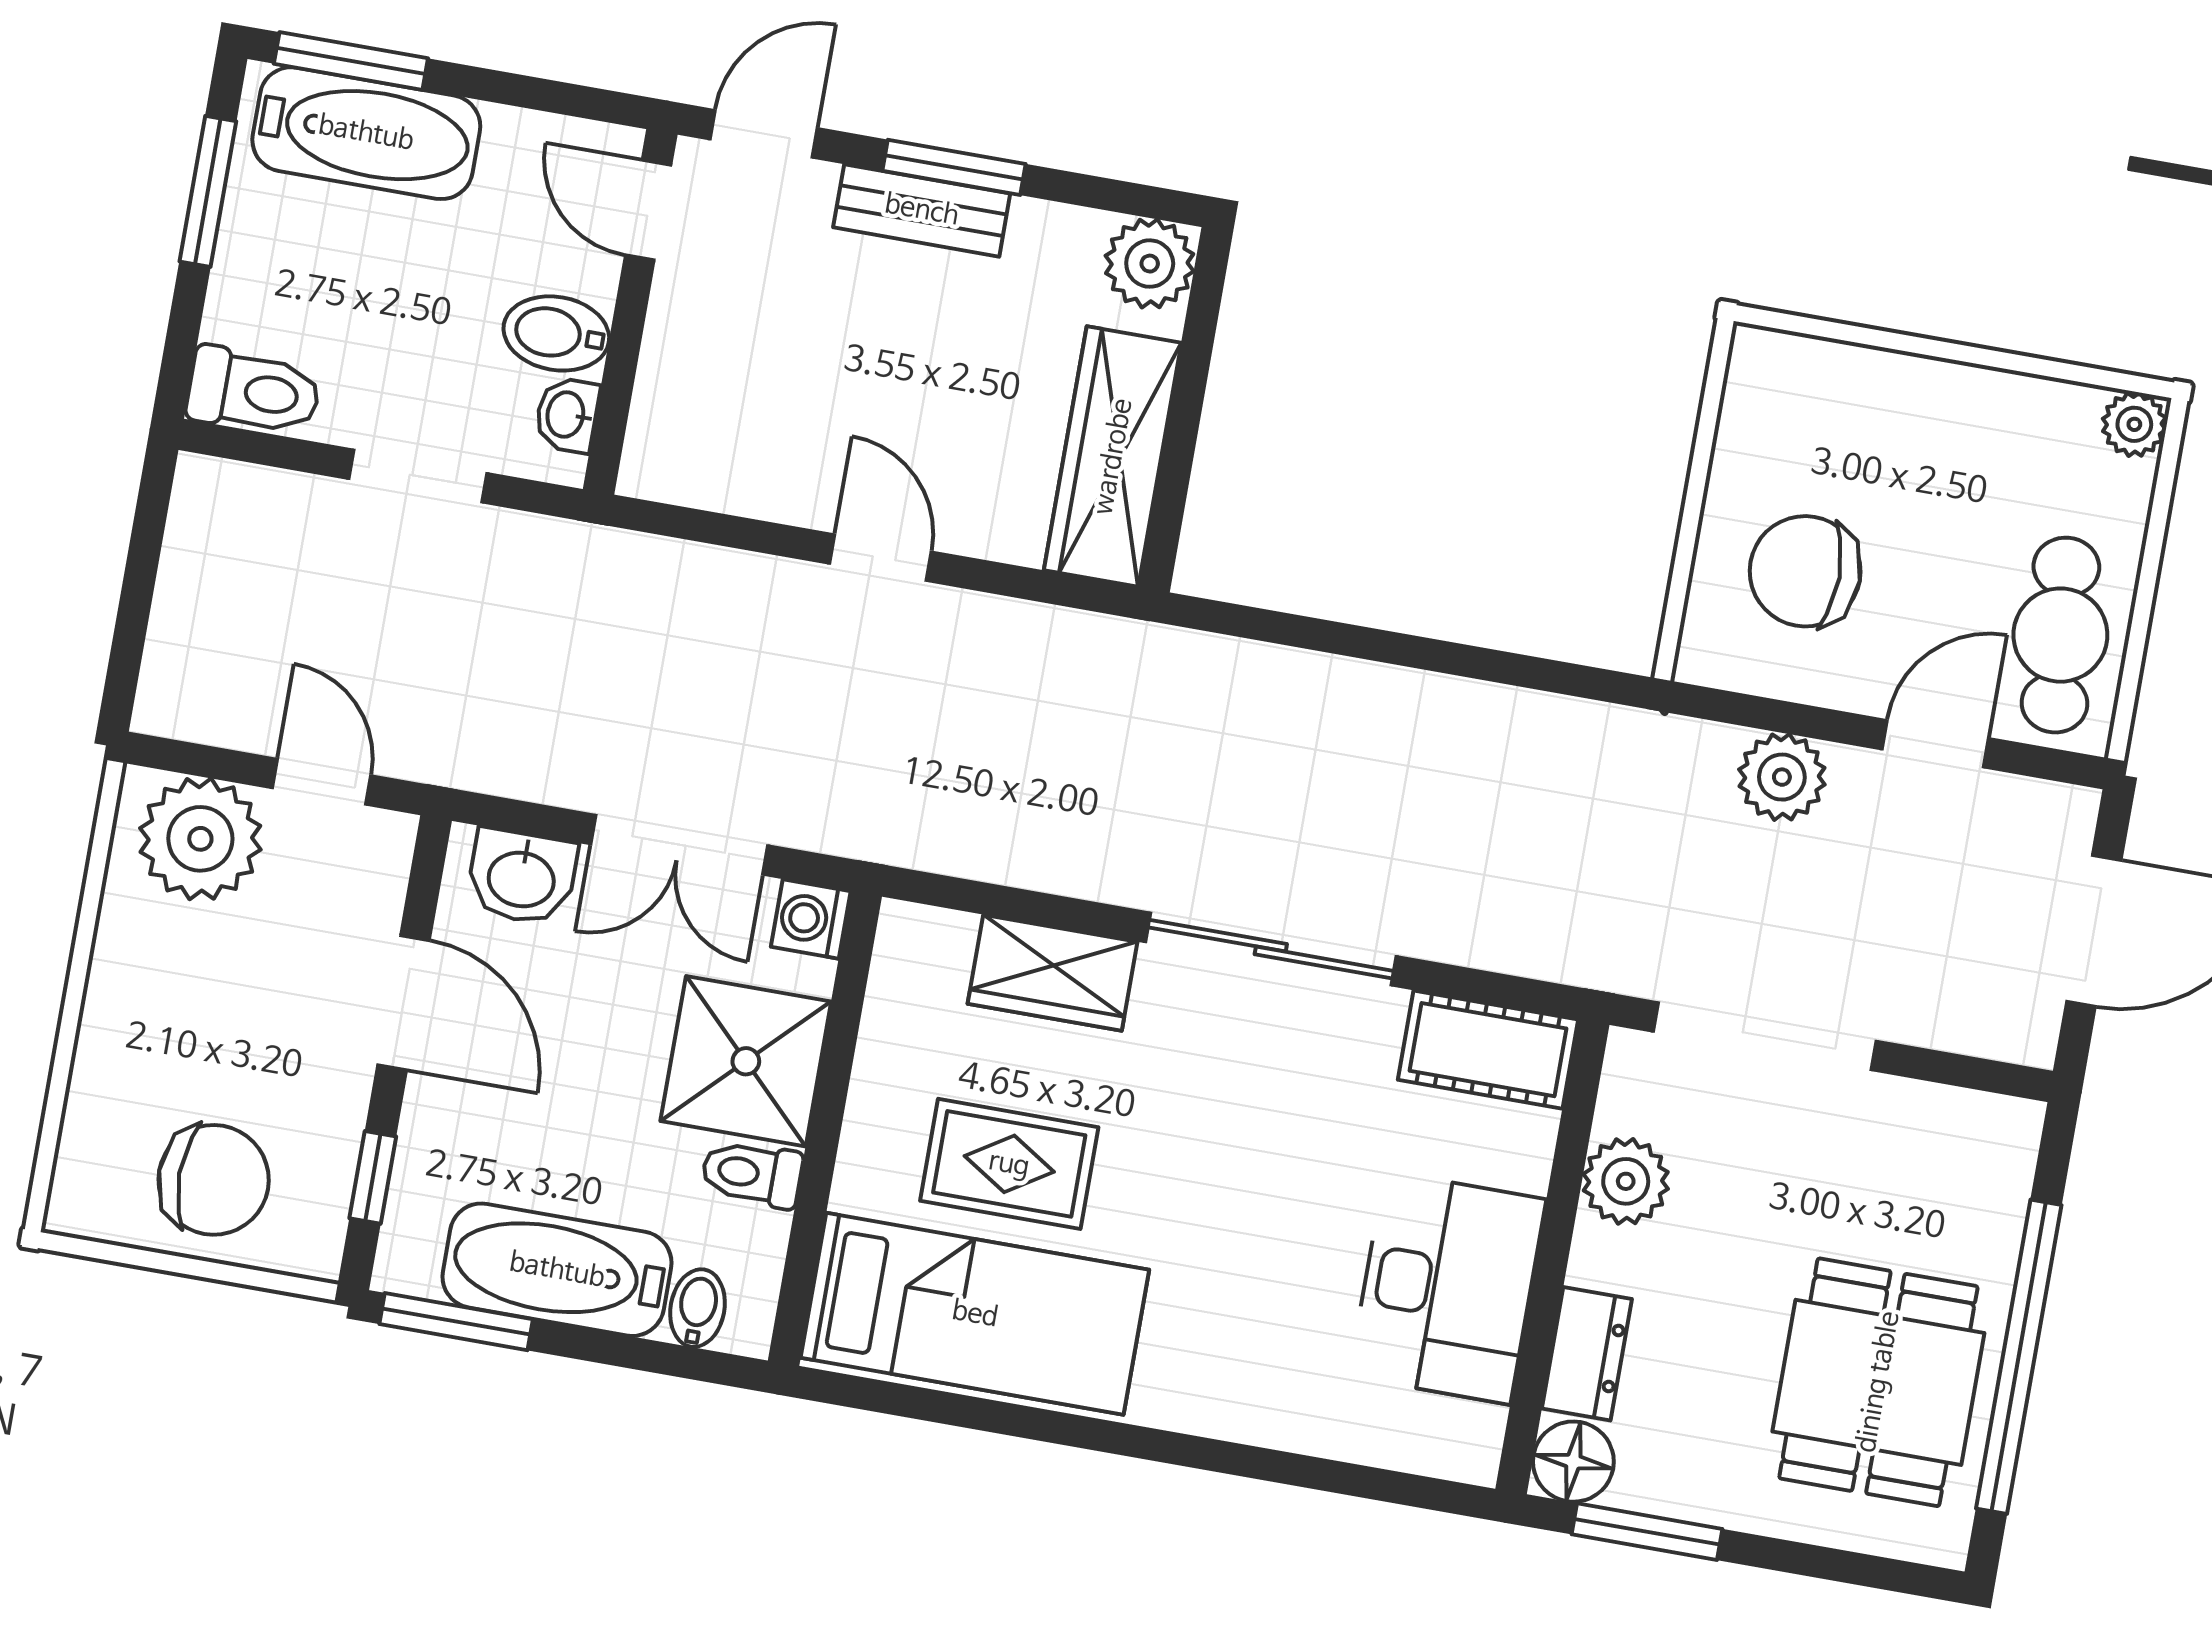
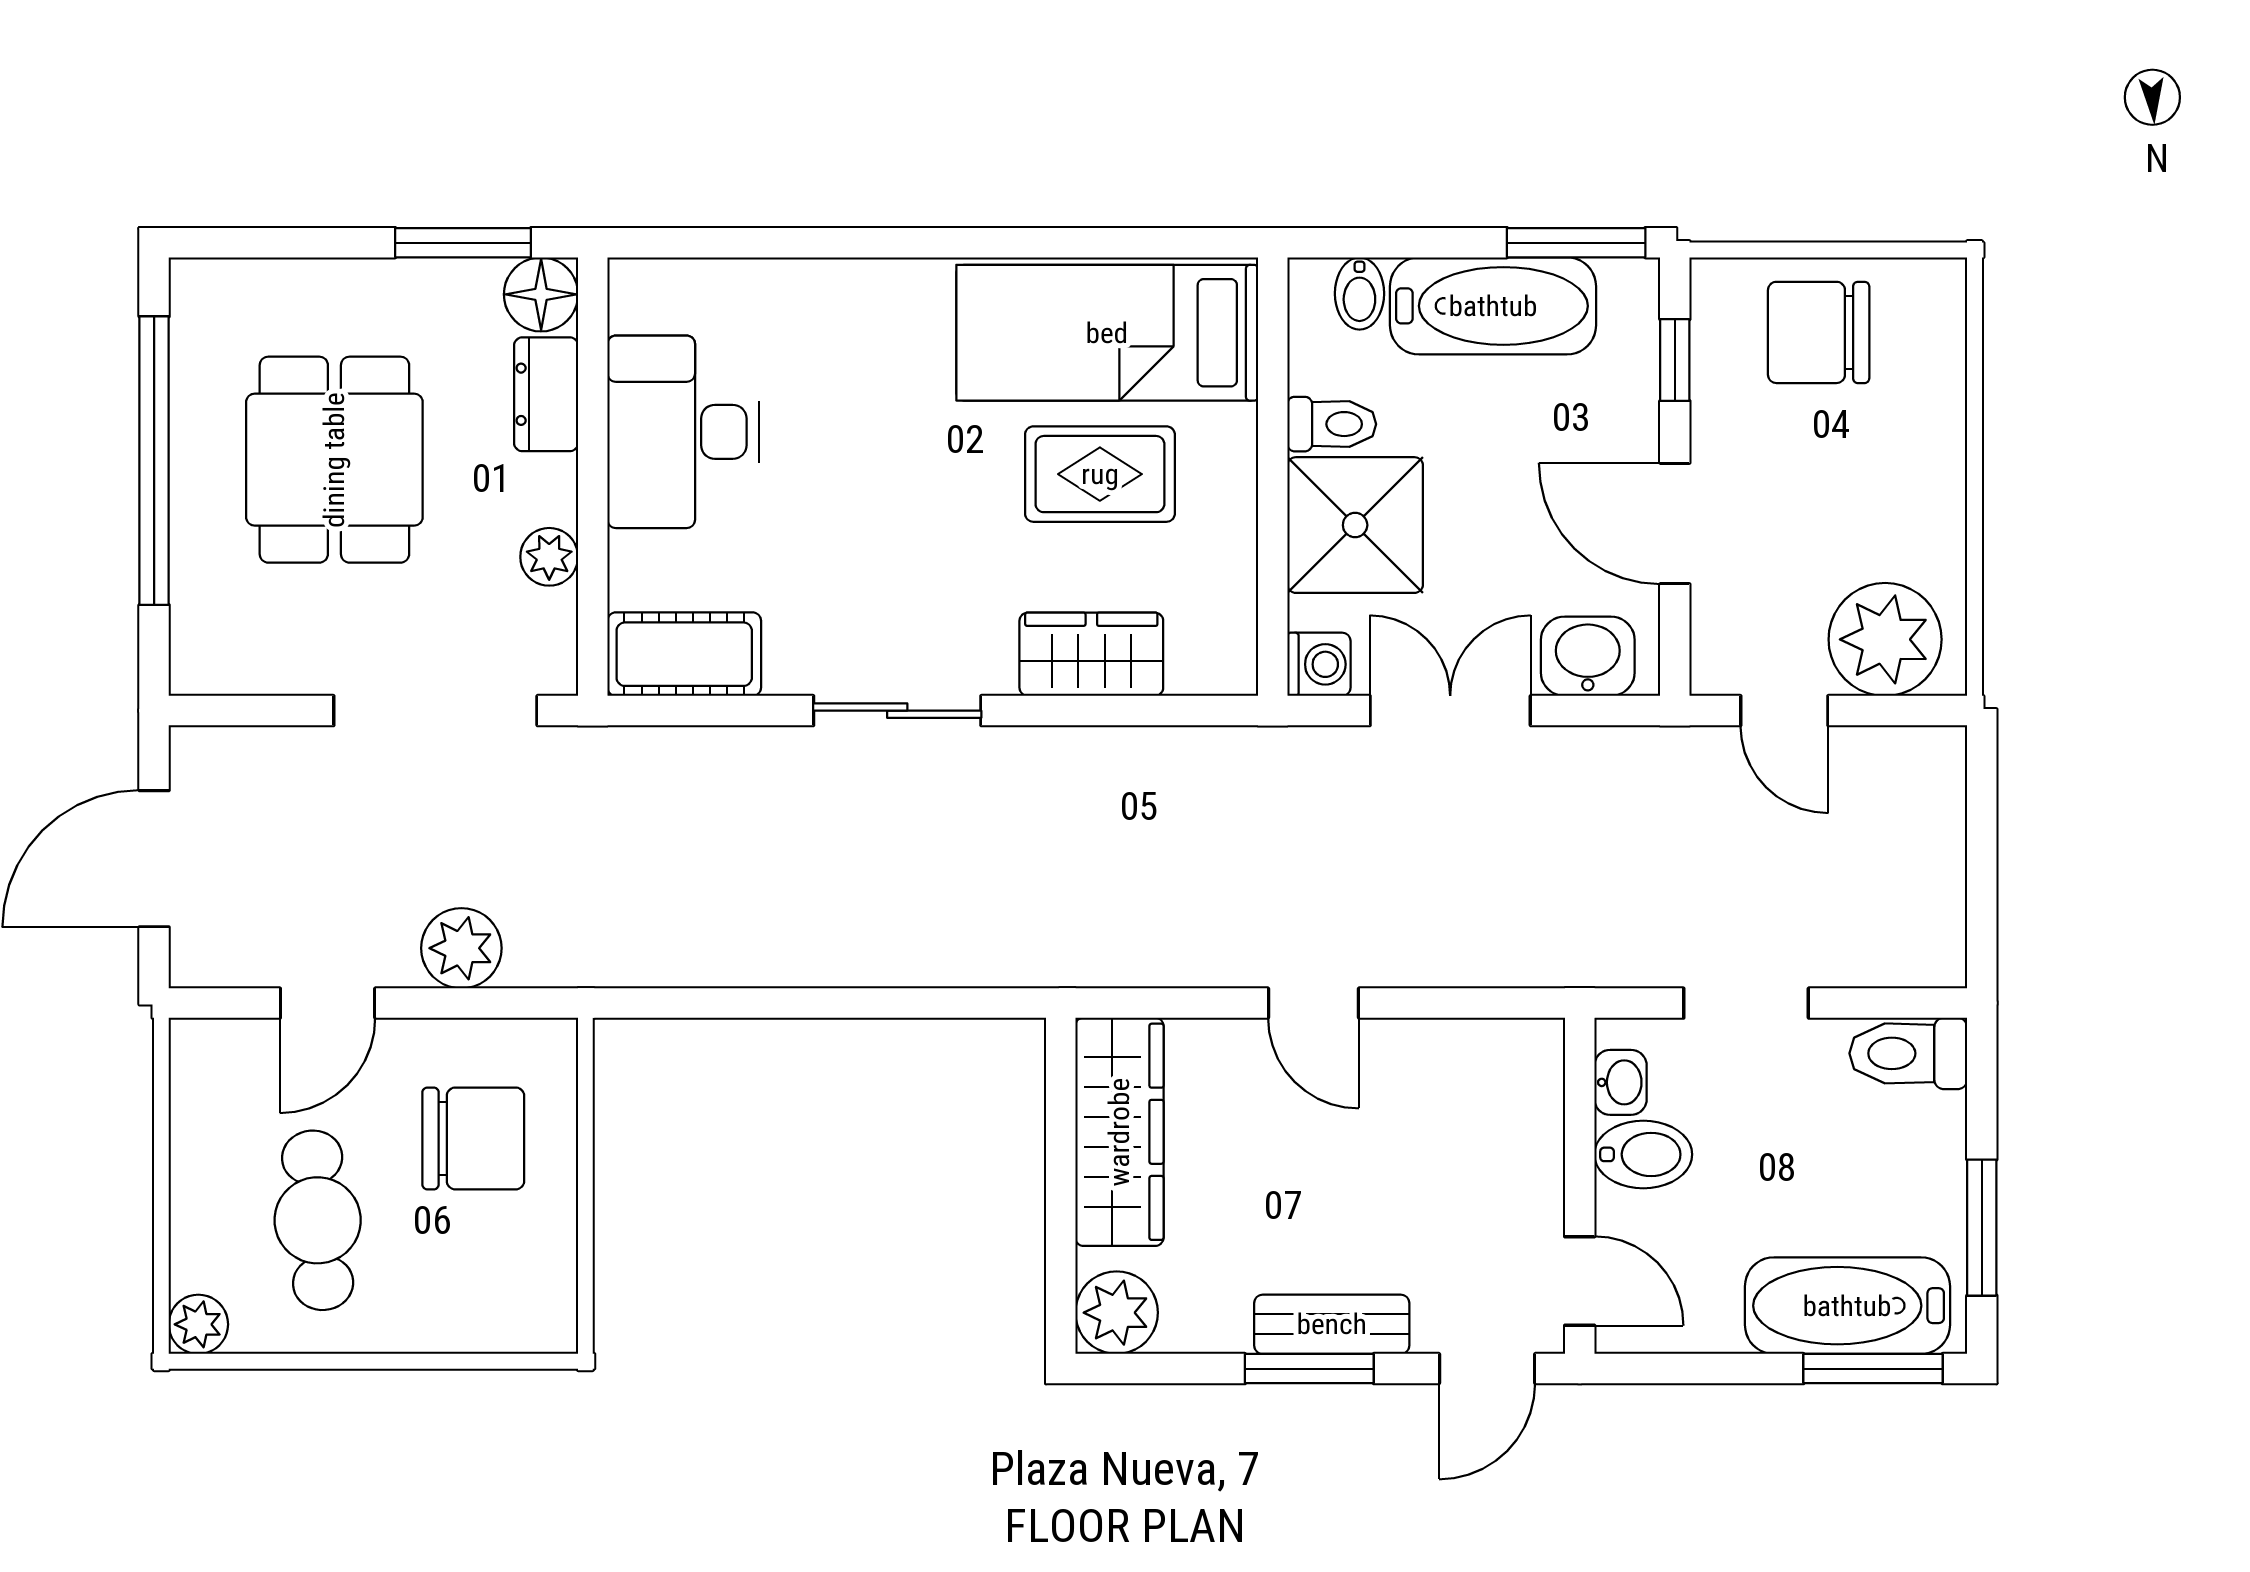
cafe table: (2060, 635) -> (318, 1220), moved
sliding door: (1271, 949) -> (897, 711), width x0.73
plant: (1626, 1181) -> (549, 557), width x0.73, depth x0.73
dining table: (1878, 1382) -> (334, 460), moved

